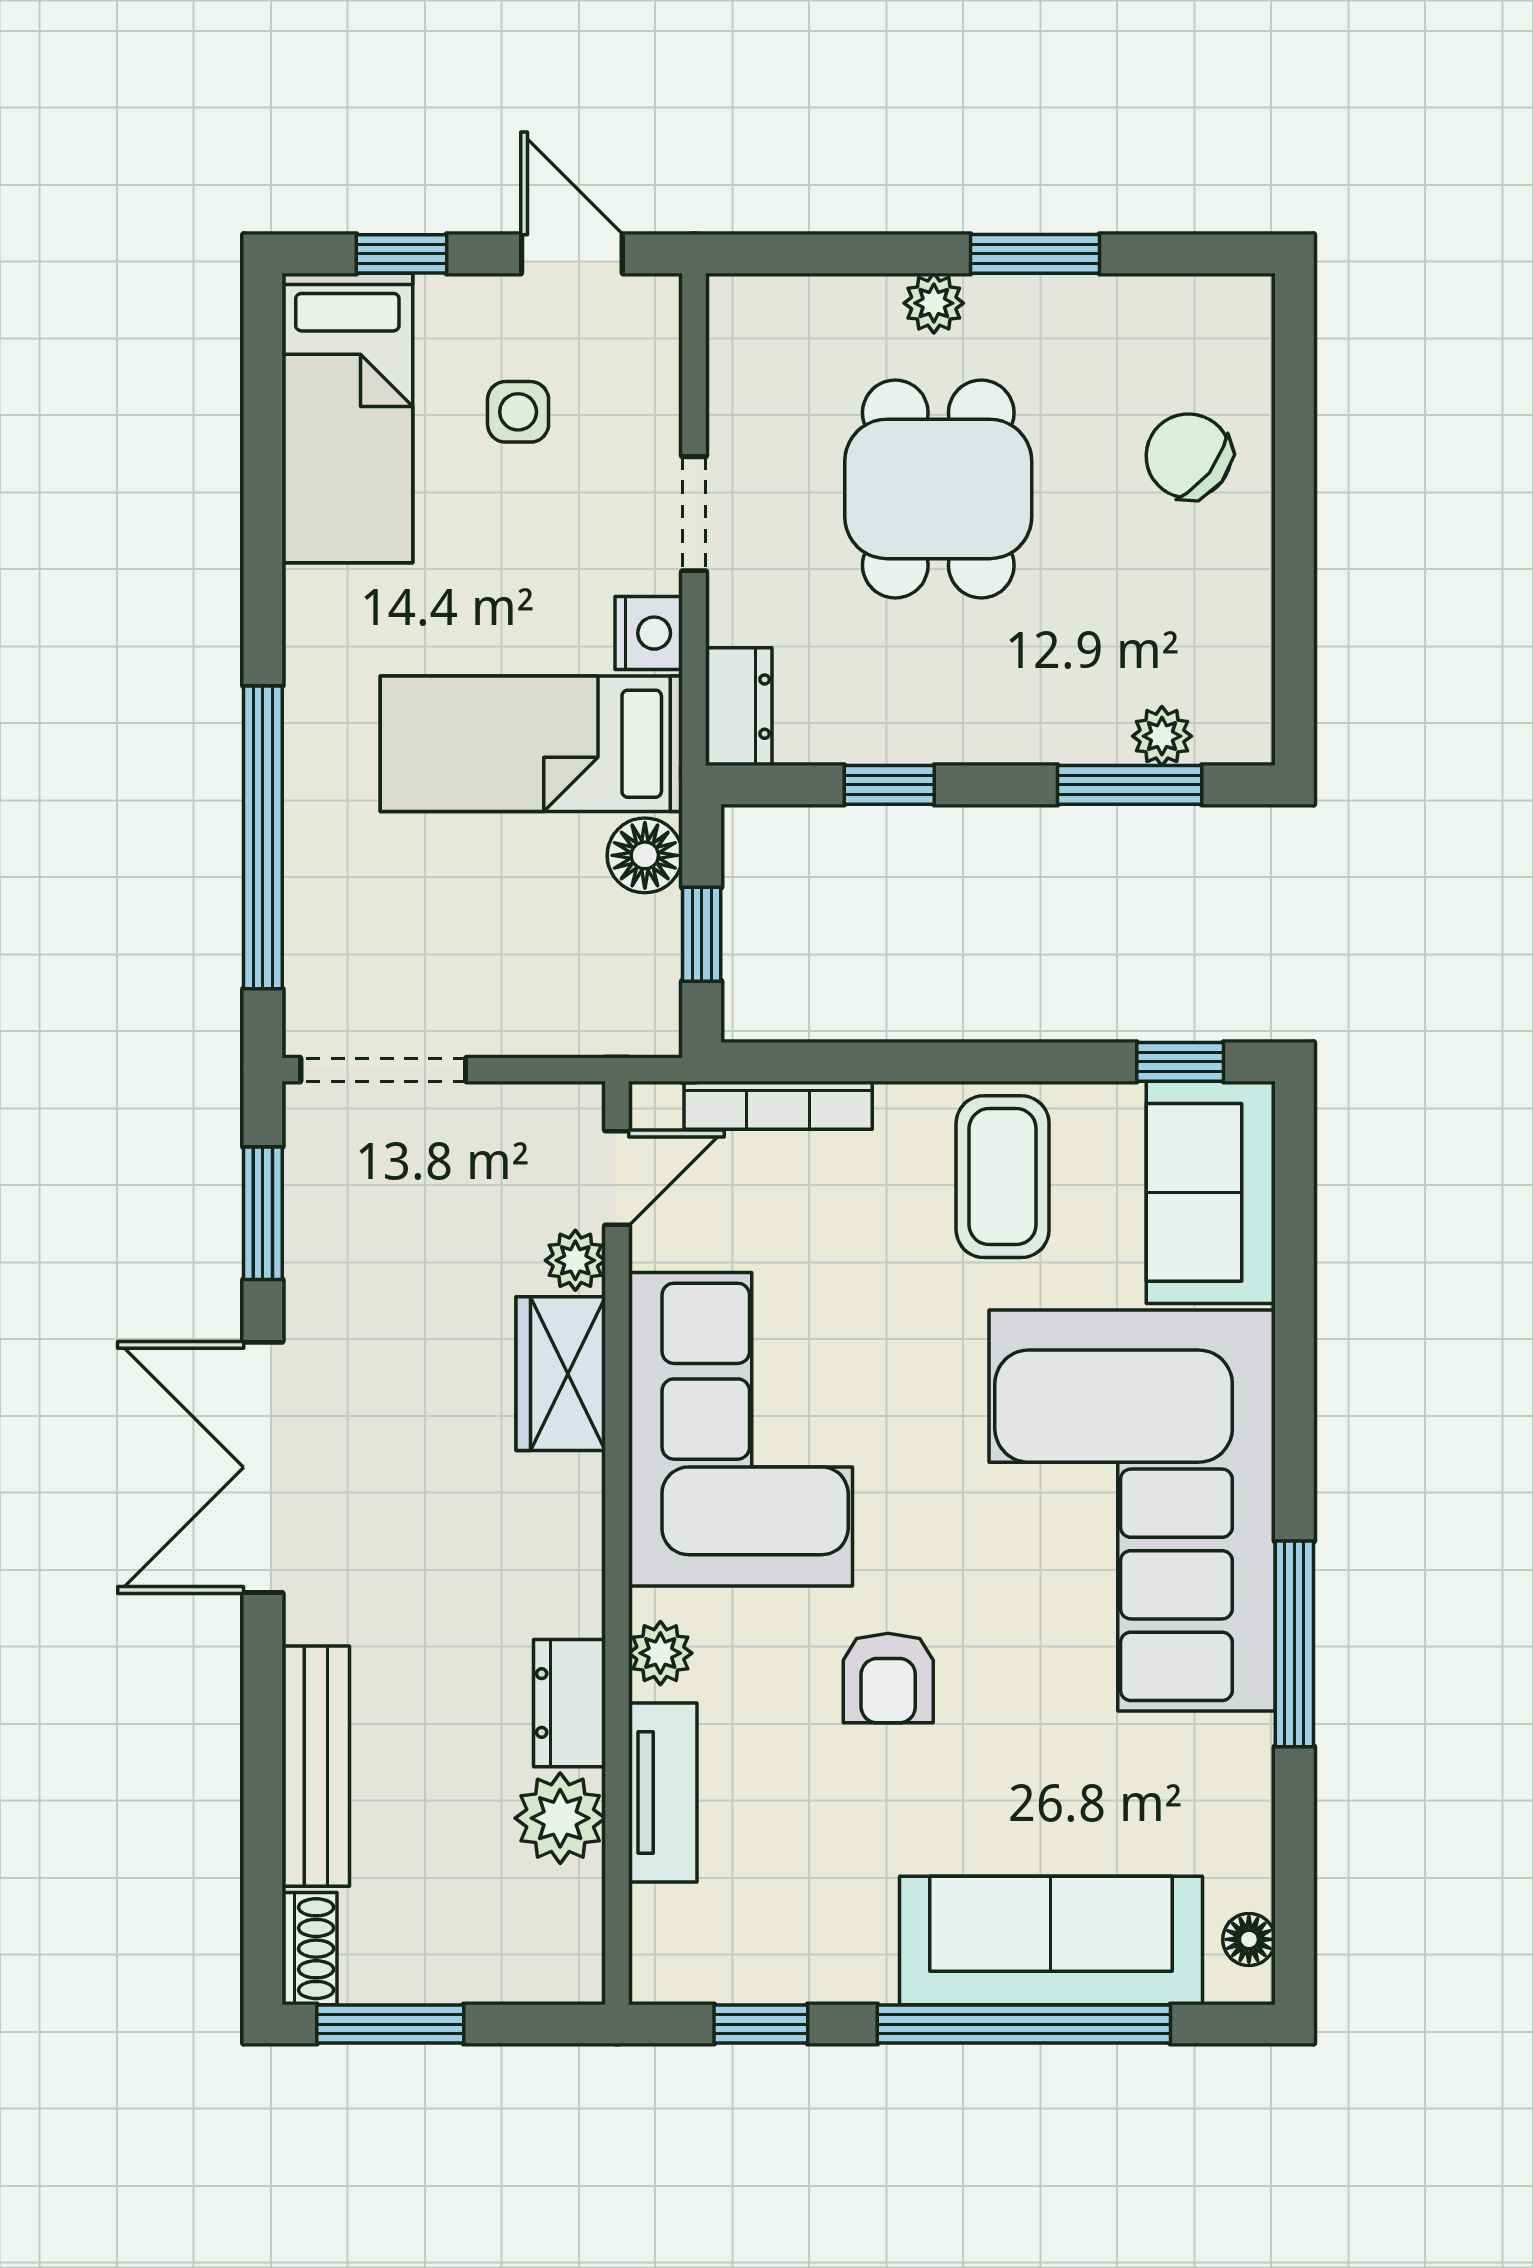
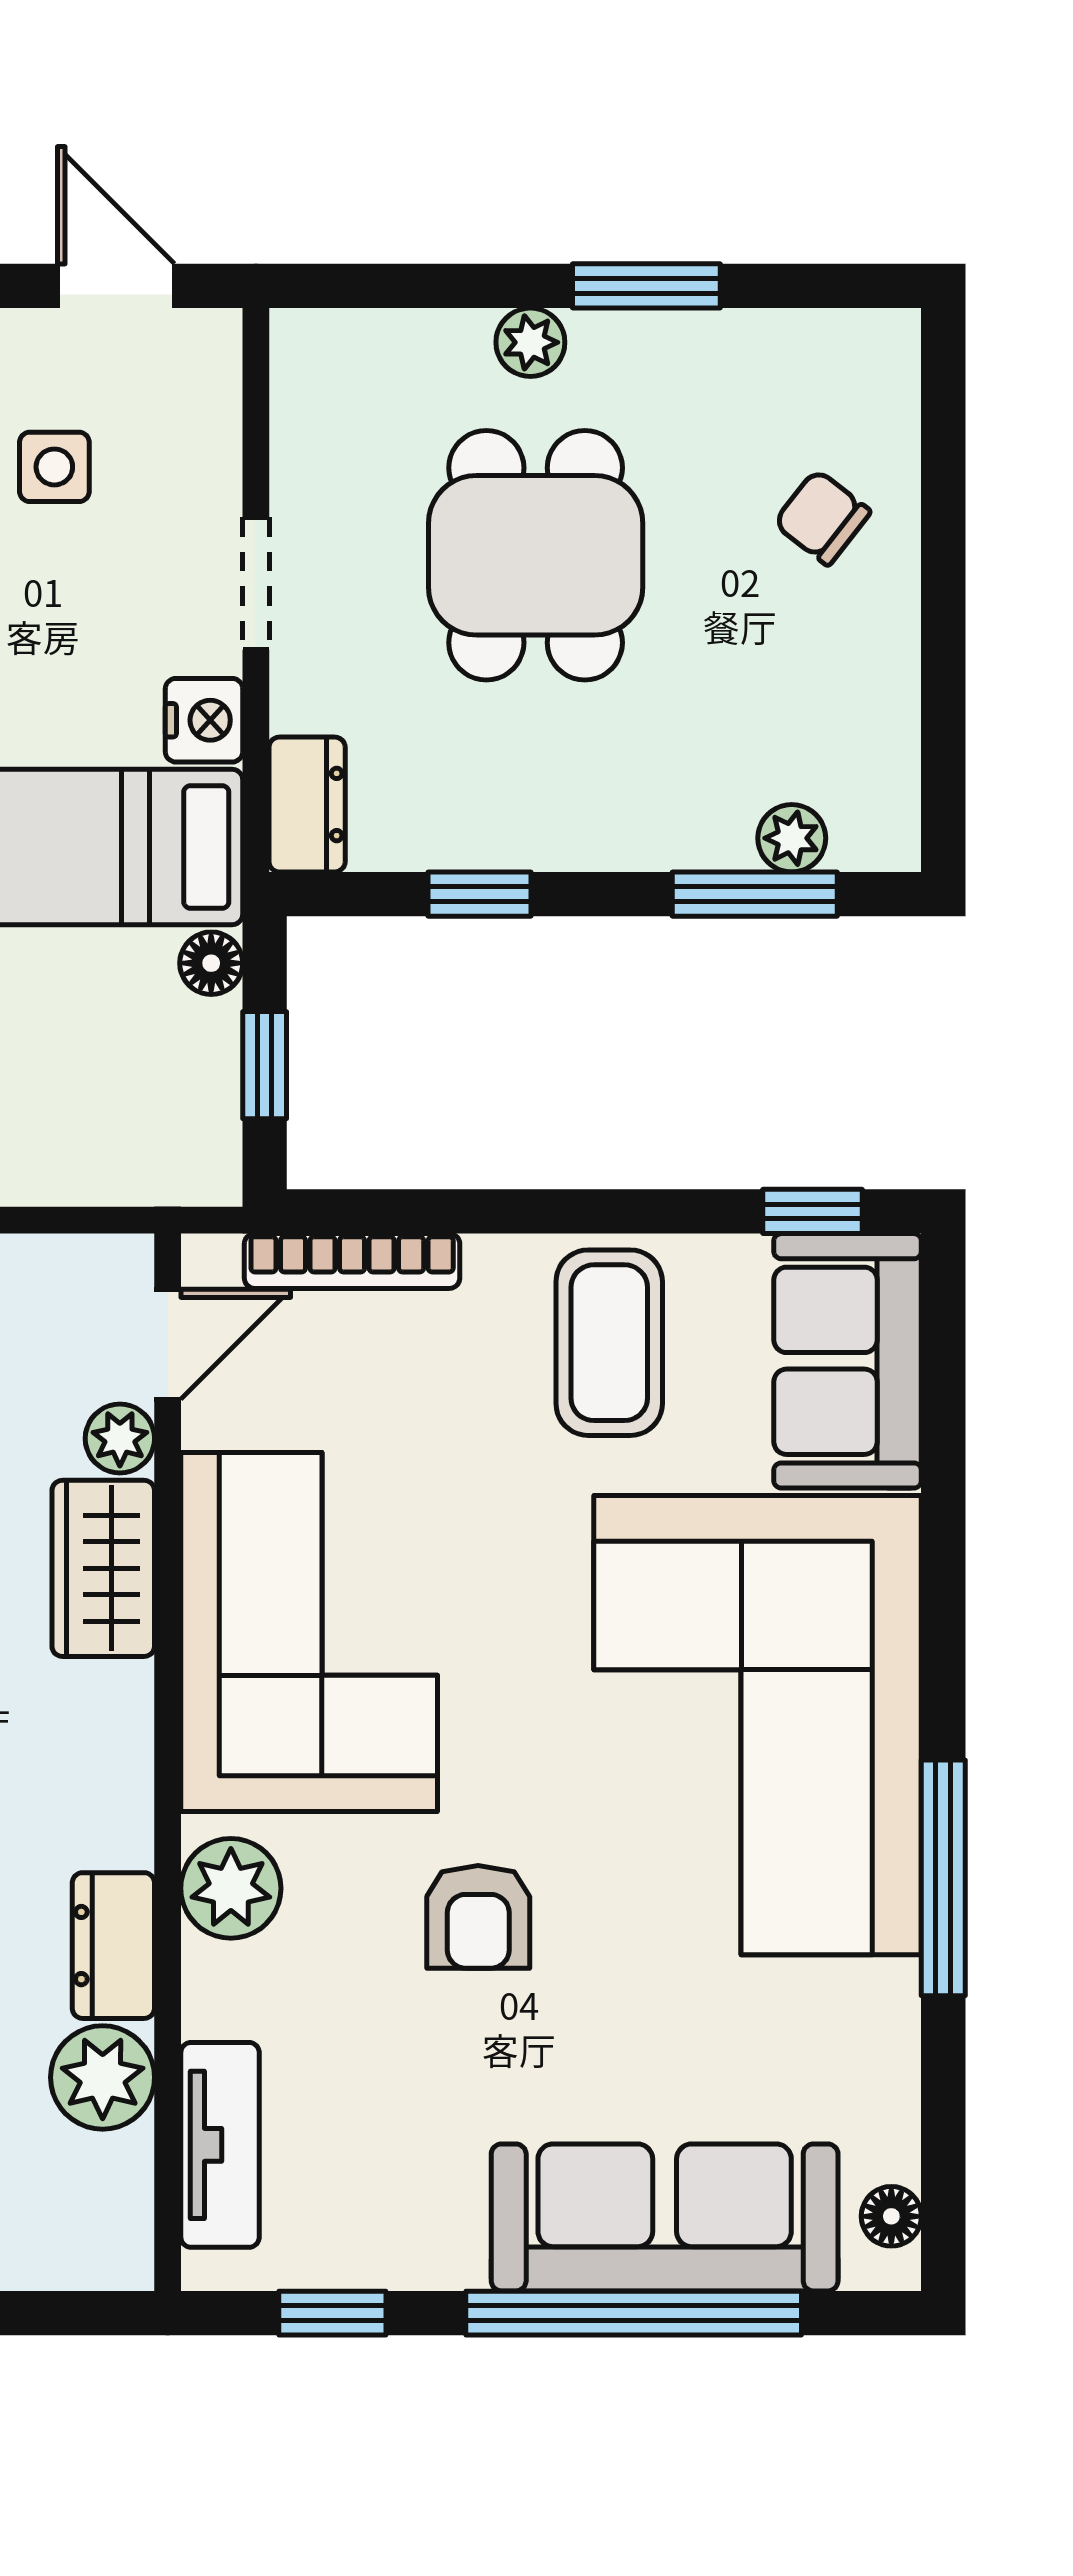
chair: (1188, 456) -> (822, 517), width x0.73, depth x0.73
floor lamp: (645, 855) -> (211, 963), width x0.73, depth x0.73
plant: (660, 1653) -> (231, 1888), width x1.38, depth x1.38
tv unit: (663, 1792) -> (220, 2145), moved

